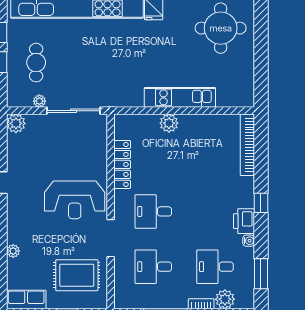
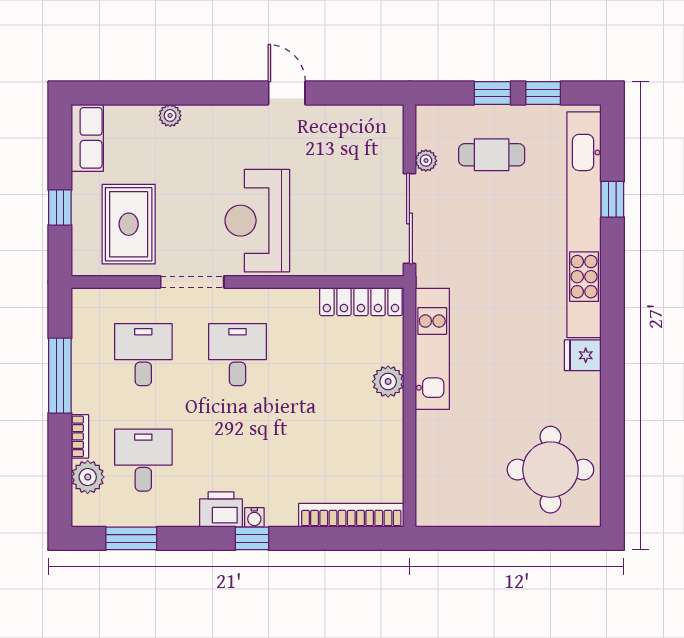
kitchen unit: (180, 97) -> (432, 349), moved
plant: (16, 123) -> (388, 120), removed
locker: (122, 164) -> (361, 302), moved
water cooler: (249, 241) -> (254, 517), moved

